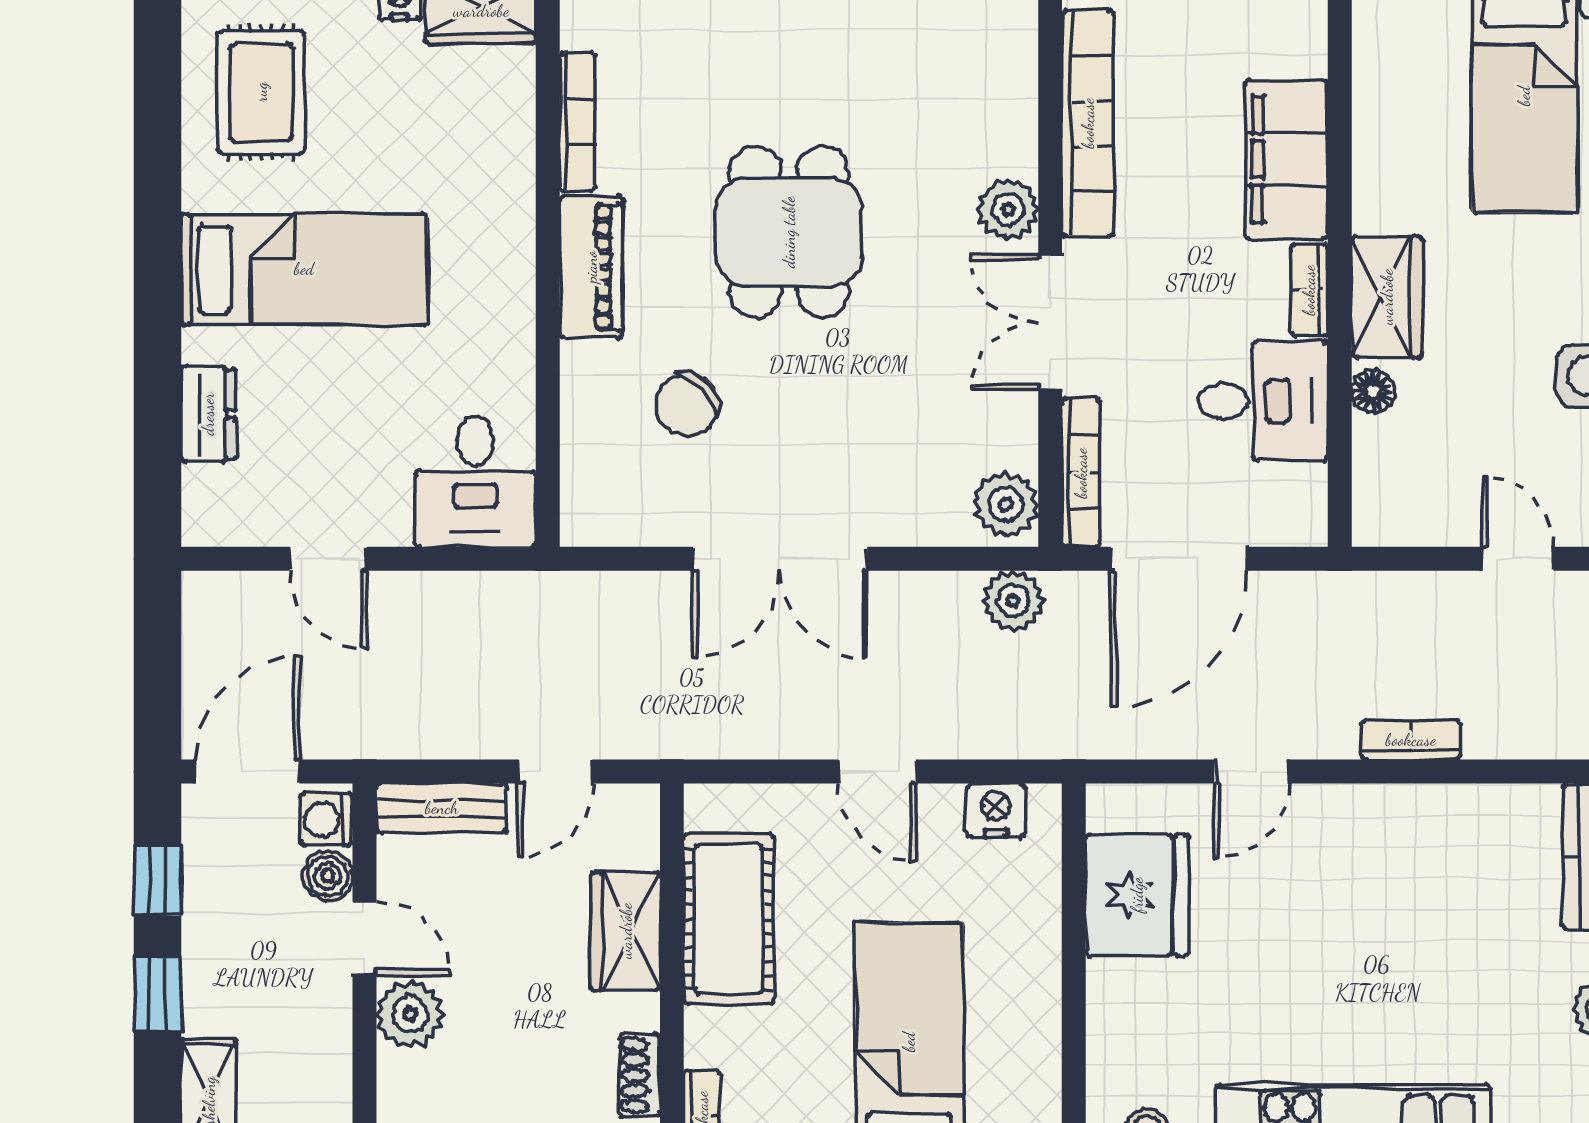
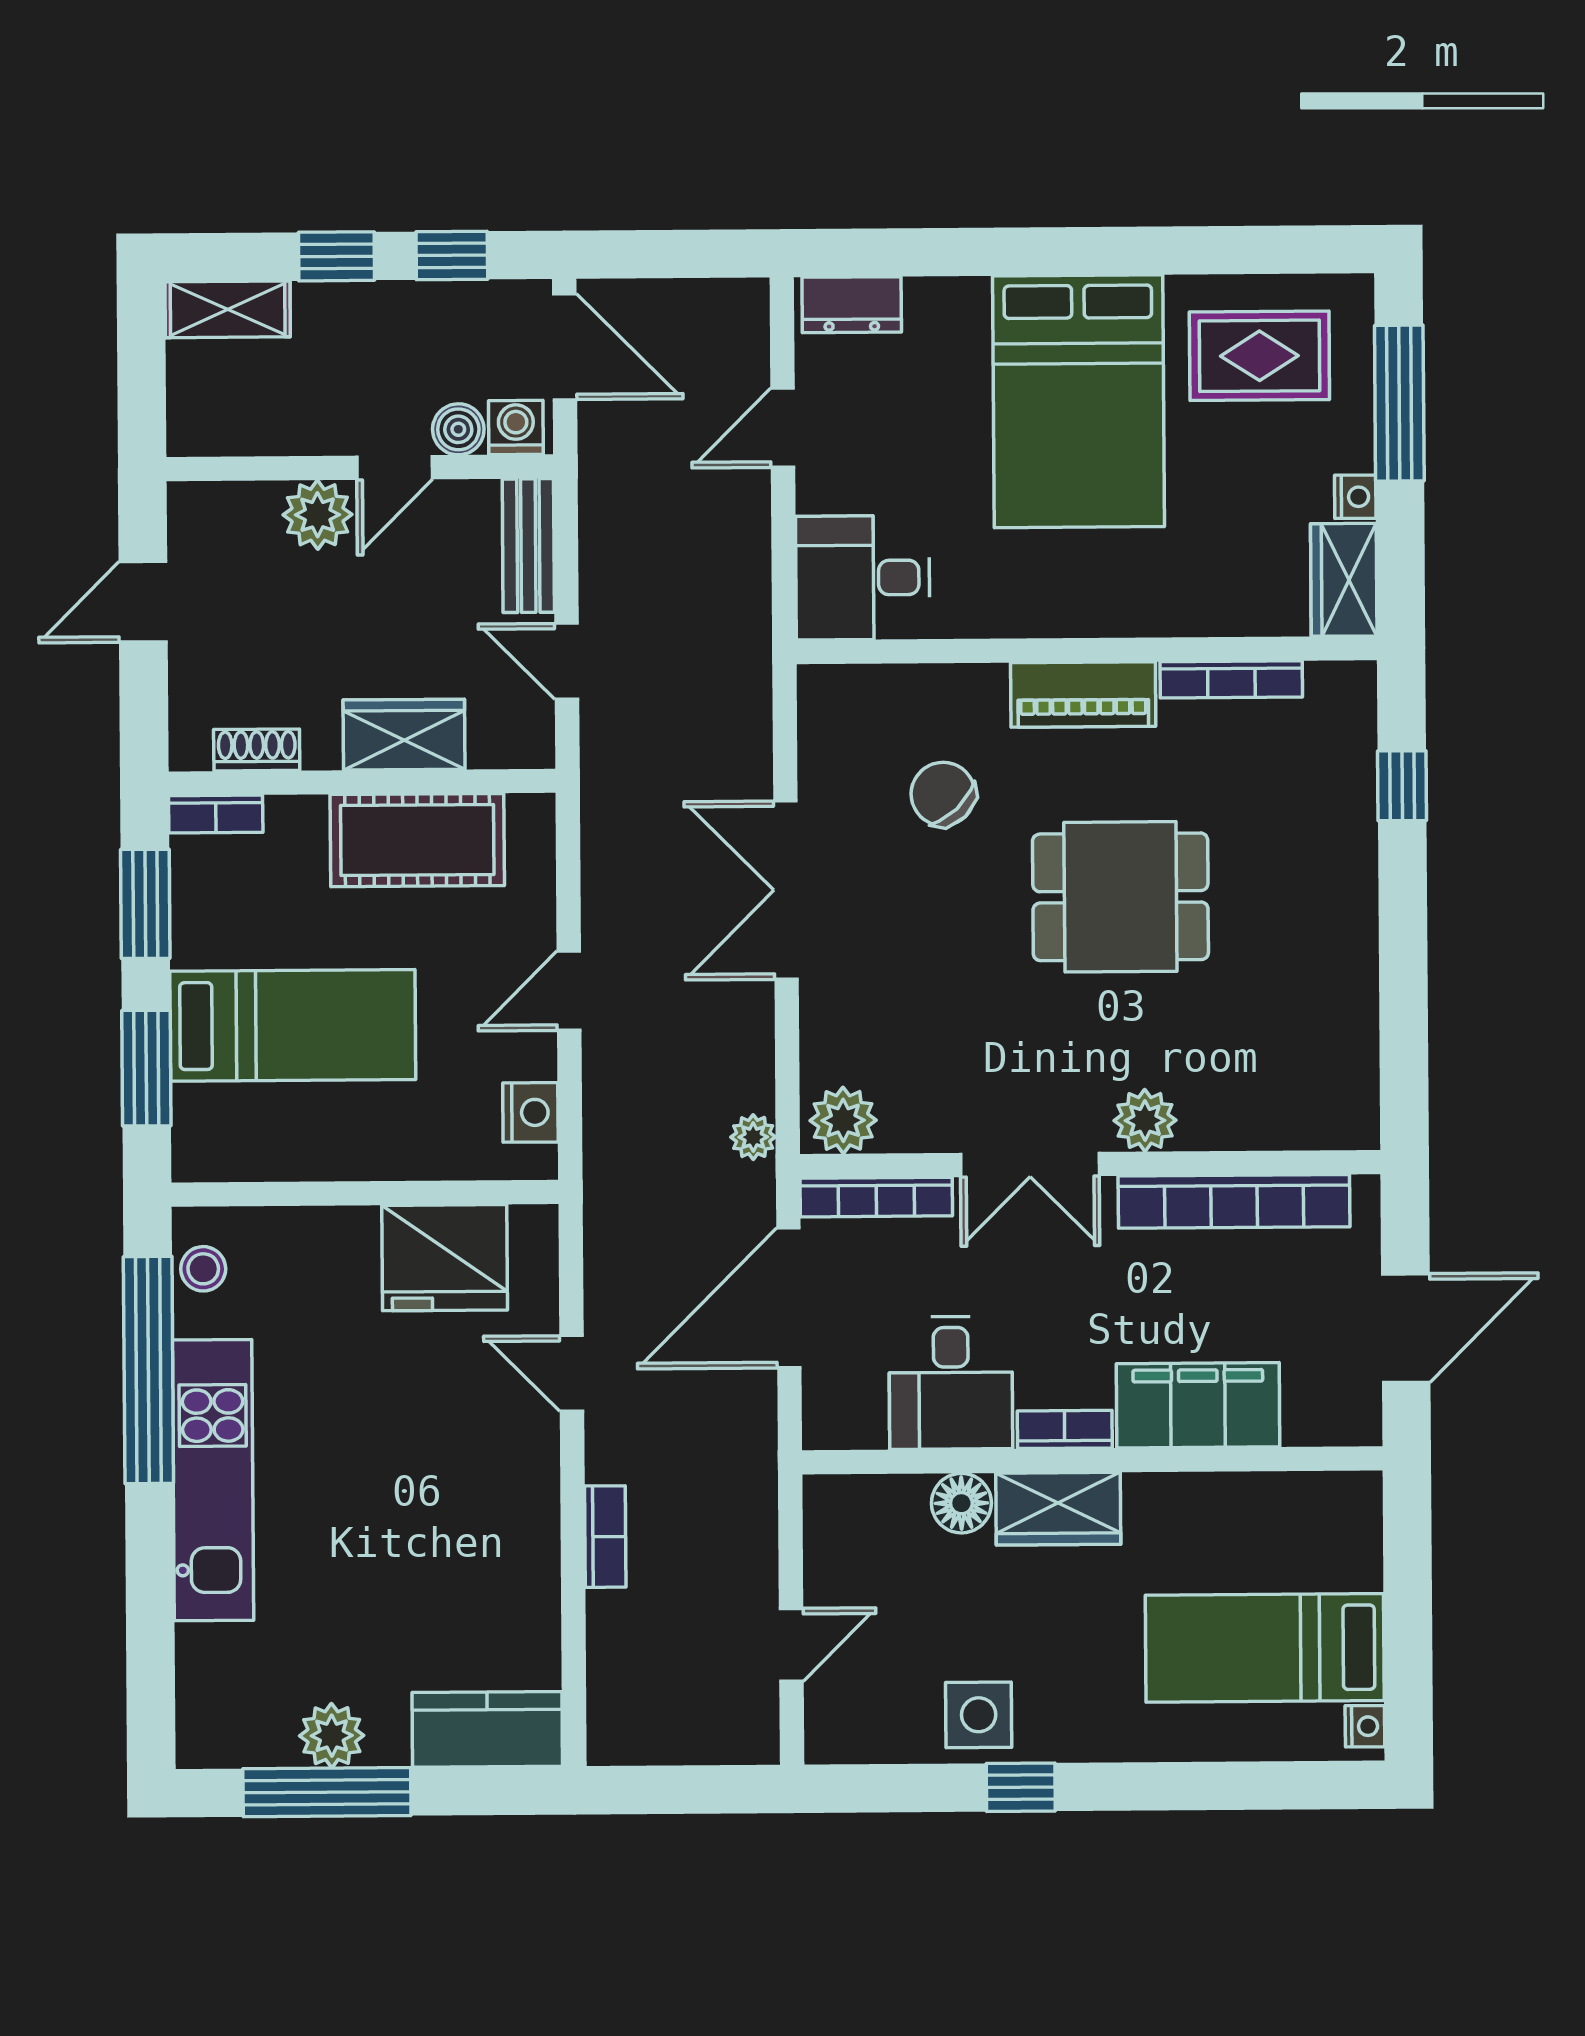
bed: (304, 269) -> (1079, 401), width x1.50
double door: (1050, 322) -> (1030, 1164), swing flipped
floor lamp: (1373, 391) -> (961, 1503), width x1.37, depth x1.37
dresser: (208, 414) -> (852, 305), moved
door: (1179, 559) -> (789, 1298), hinge flipped
plant: (1013, 601) -> (753, 1137), width x0.73, depth x0.73

